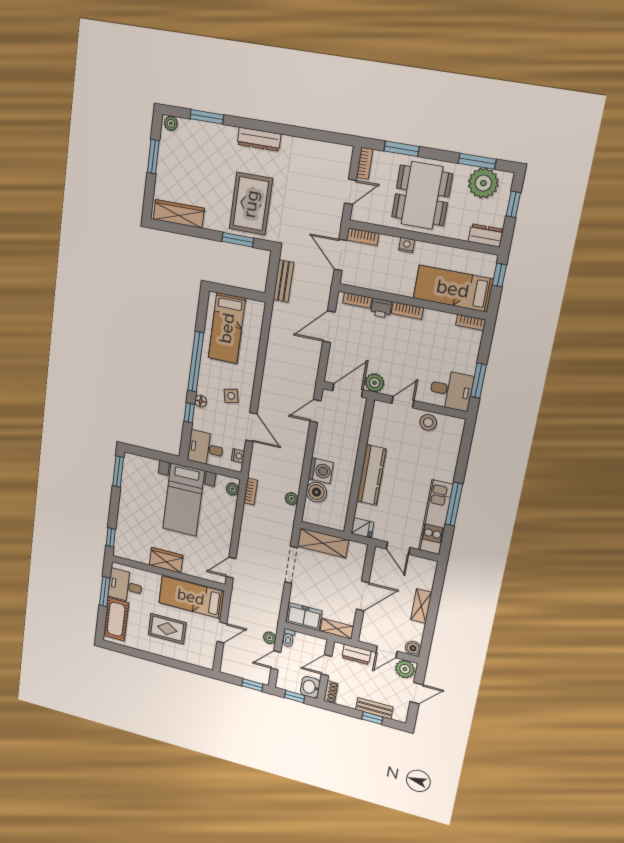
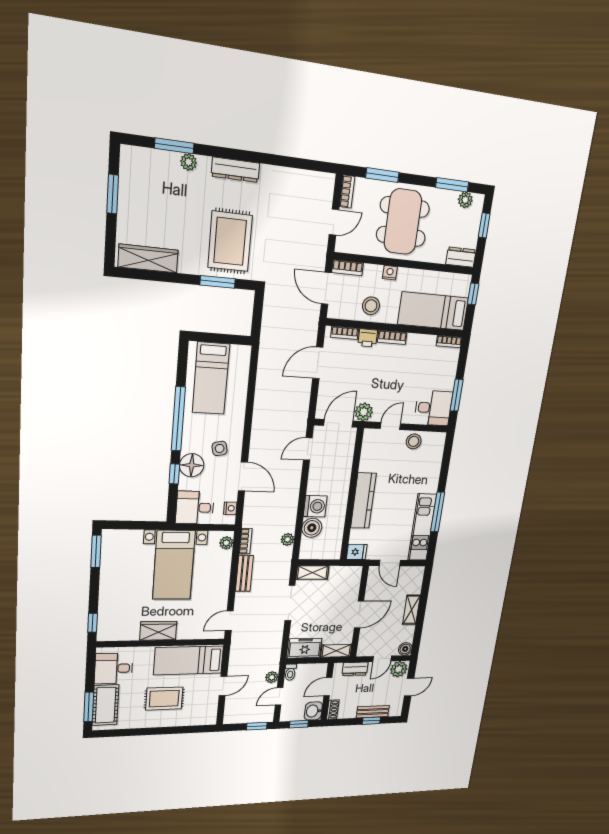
plant: (171, 123) -> (189, 162), moved
plant: (483, 183) -> (465, 200), width x0.53, depth x0.53
stool: (386, 276) -> (371, 306), added
bench: (283, 281) -> (244, 573), moved
floor lamp: (201, 401) -> (192, 465), width x1.89, depth x1.89
shelving: (323, 543) -> (312, 573), width x0.67, depth x0.75
window: (105, 592) -> (89, 707), moved

